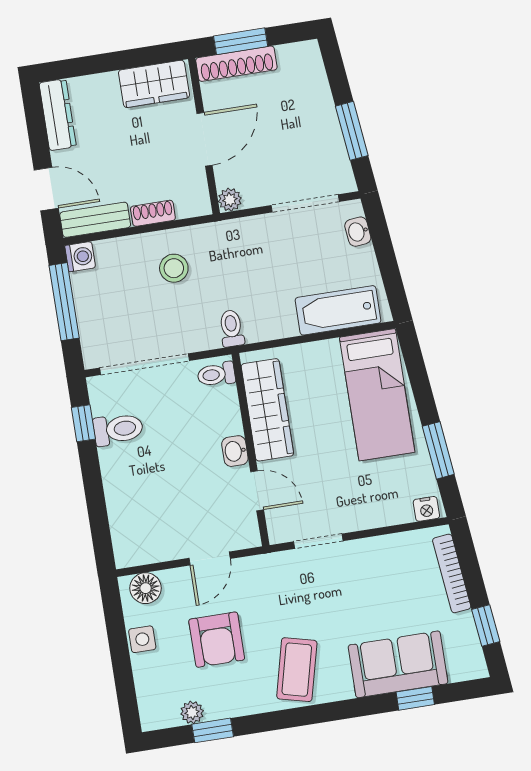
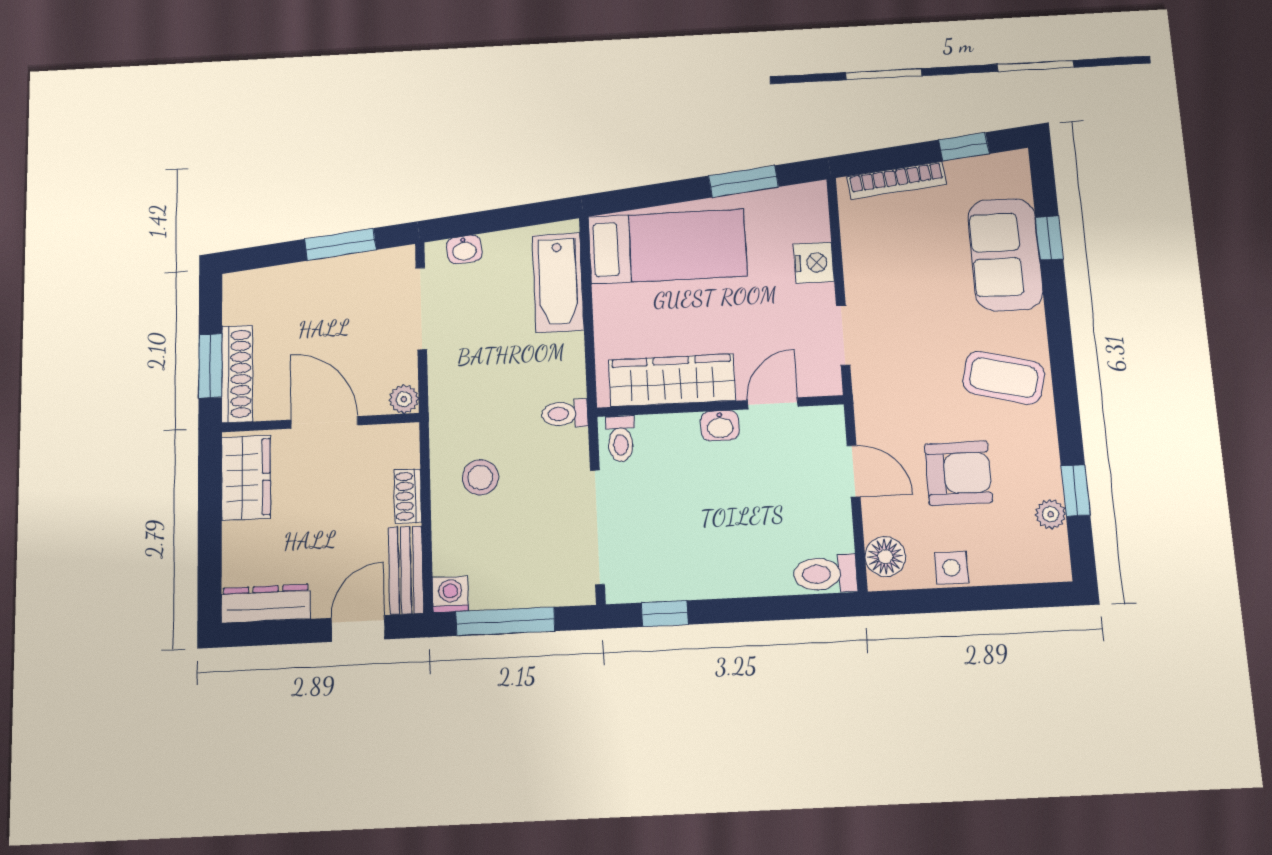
toilet: (118, 429) -> (825, 574), moved, turned -90
nightstand: (426, 509) -> (814, 263), moved, width x1.39, depth x1.35

